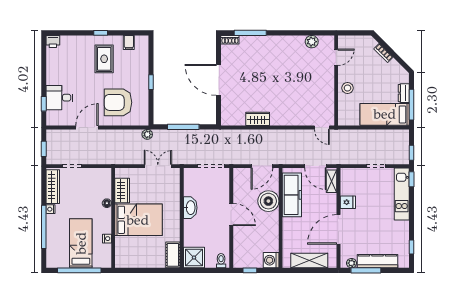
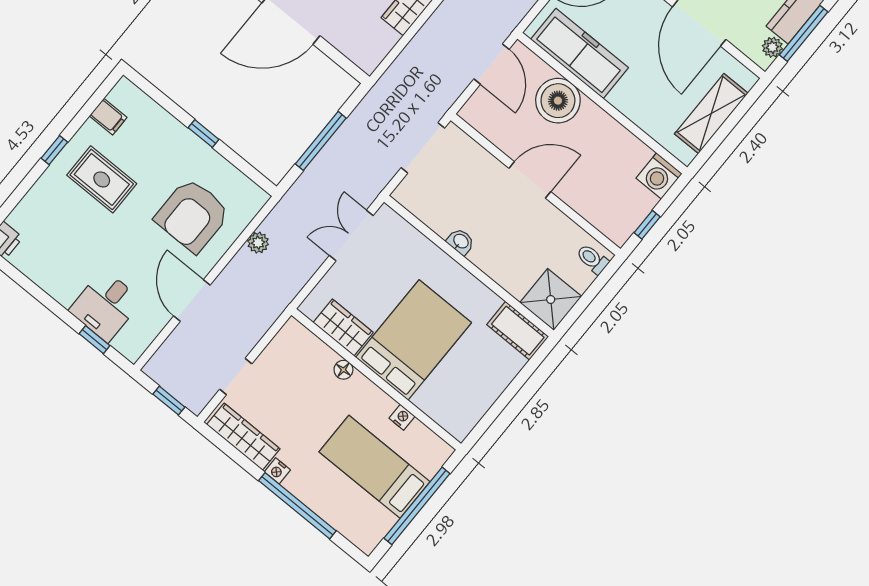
plant: (147, 134) -> (258, 243), moved
washbasin: (190, 208) -> (461, 242), width x0.52, depth x0.69

